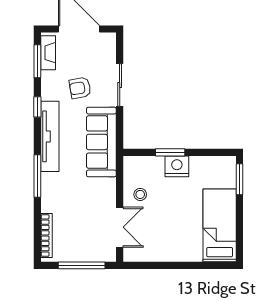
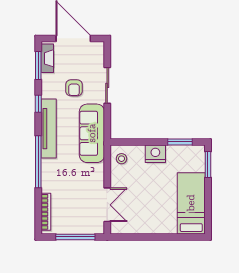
armchair: (80, 88) -> (74, 88), turned -80
window: (170, 152) -> (180, 142), moved
window: (37, 176) -> (38, 162), width x1.46
stool: (140, 194) -> (122, 159), moved

